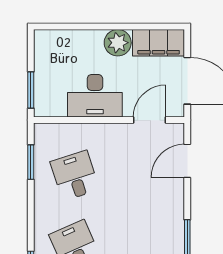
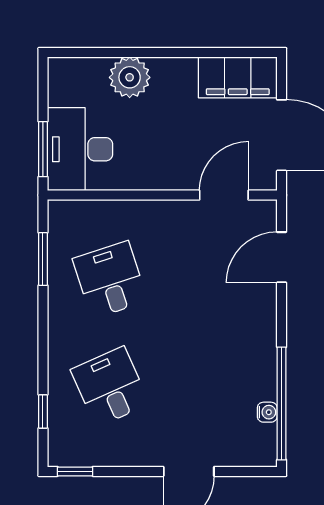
plant: (118, 43) -> (130, 77), moved
desk: (95, 96) -> (80, 149), moved, turned 90

